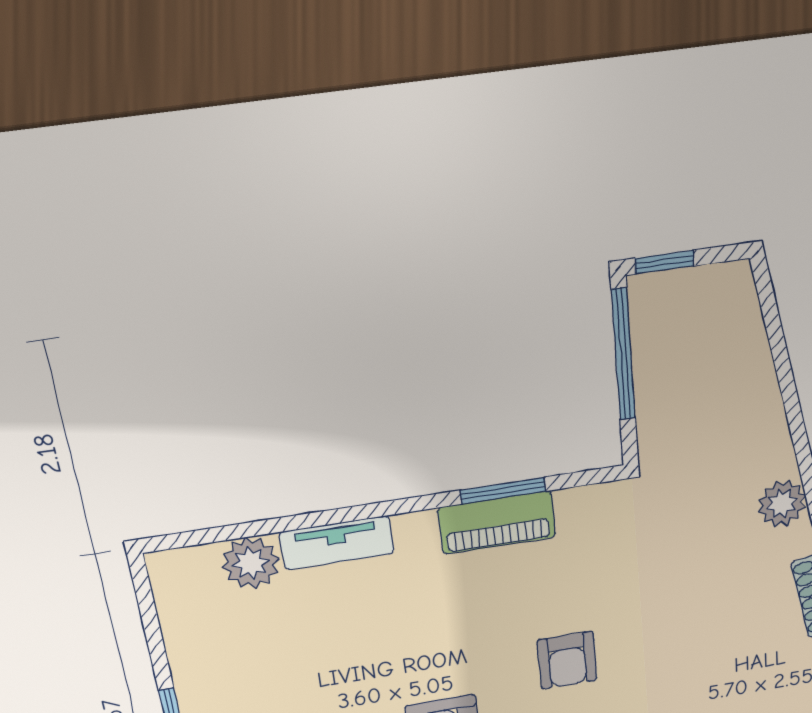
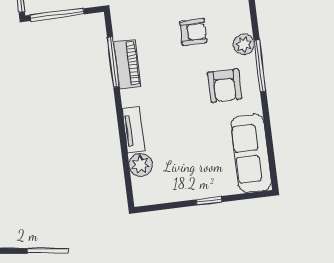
window: (503, 491) -> (113, 62), width x1.44

